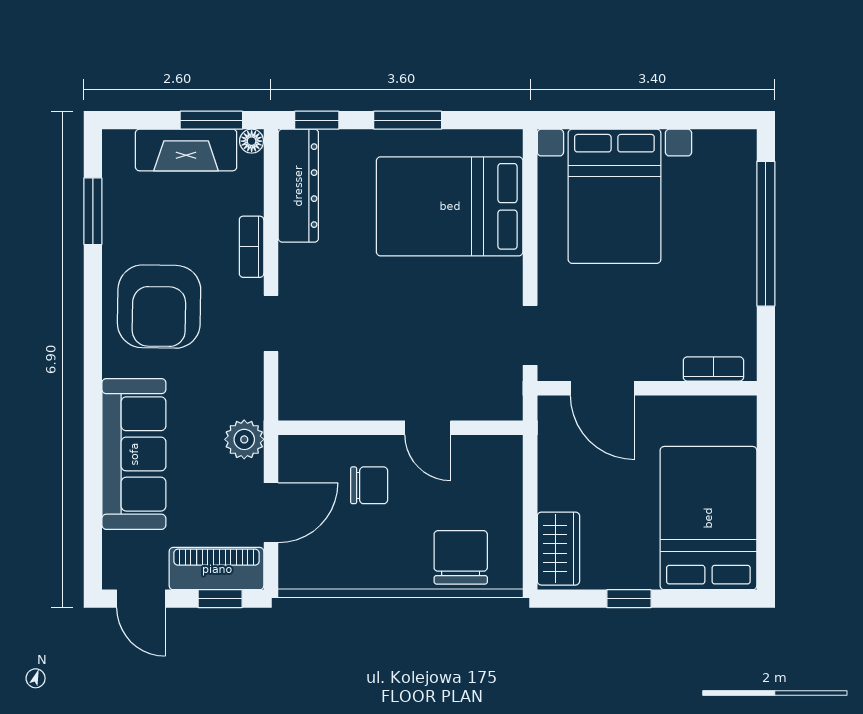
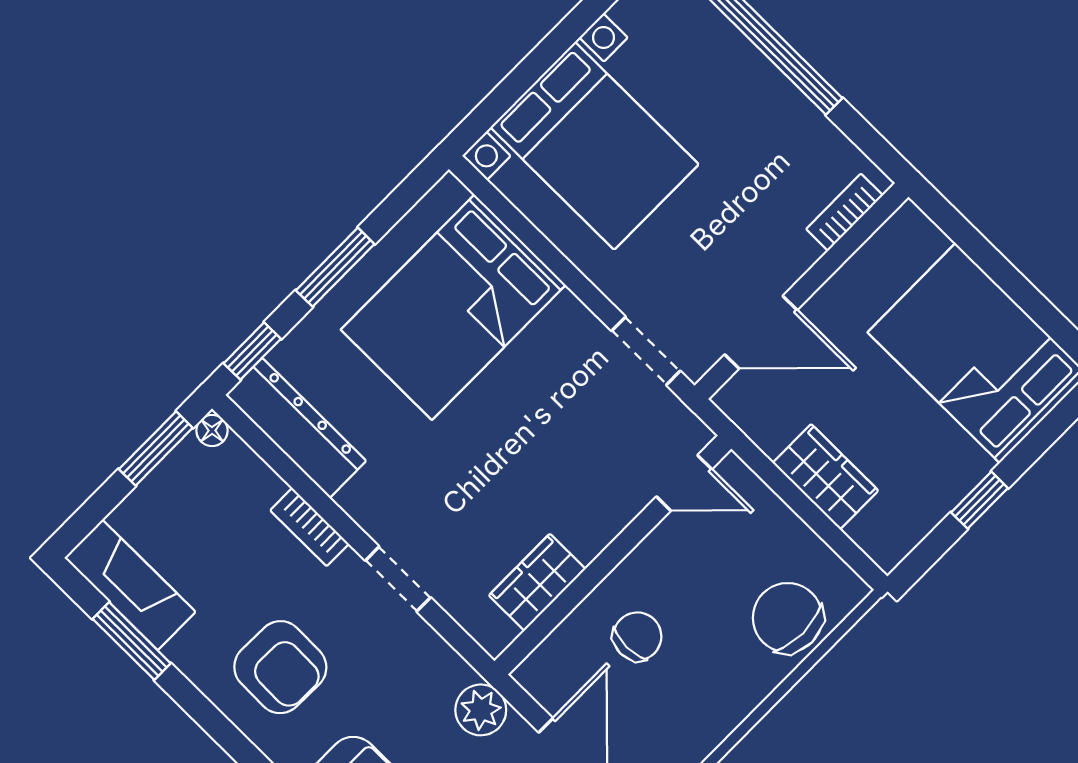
fireplace: (186, 150) -> (130, 585), moved, turned -90
armchair: (159, 307) -> (280, 667), width x0.73, depth x0.73
wardrobe: (345, 401) -> (537, 582), added
door: (428, 428) -> (684, 483), moved
wardrobe: (558, 549) -> (825, 477), moved

